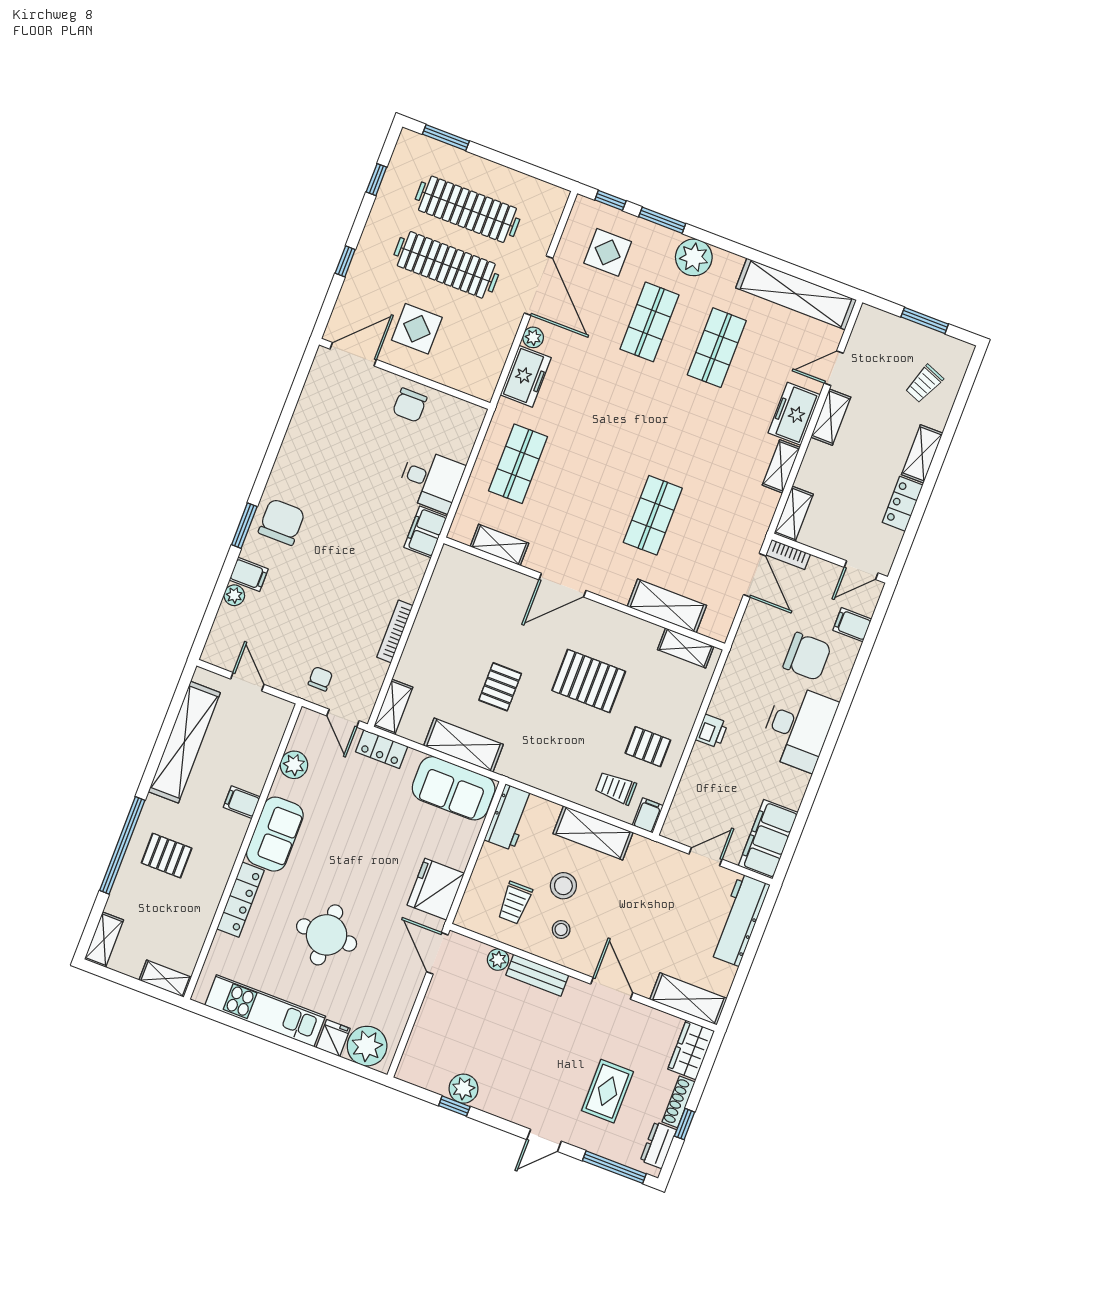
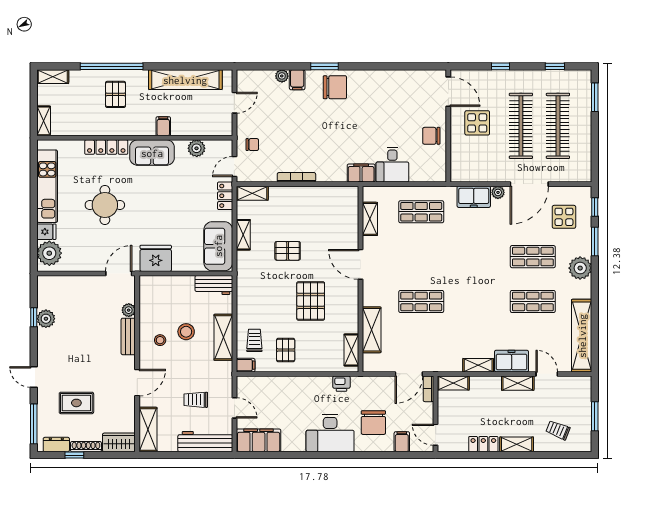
printer: (712, 731) -> (341, 384), moved
shelving: (463, 745) -> (243, 235), width x0.67, depth x0.75
trolley: (515, 903) -> (196, 400), moved

